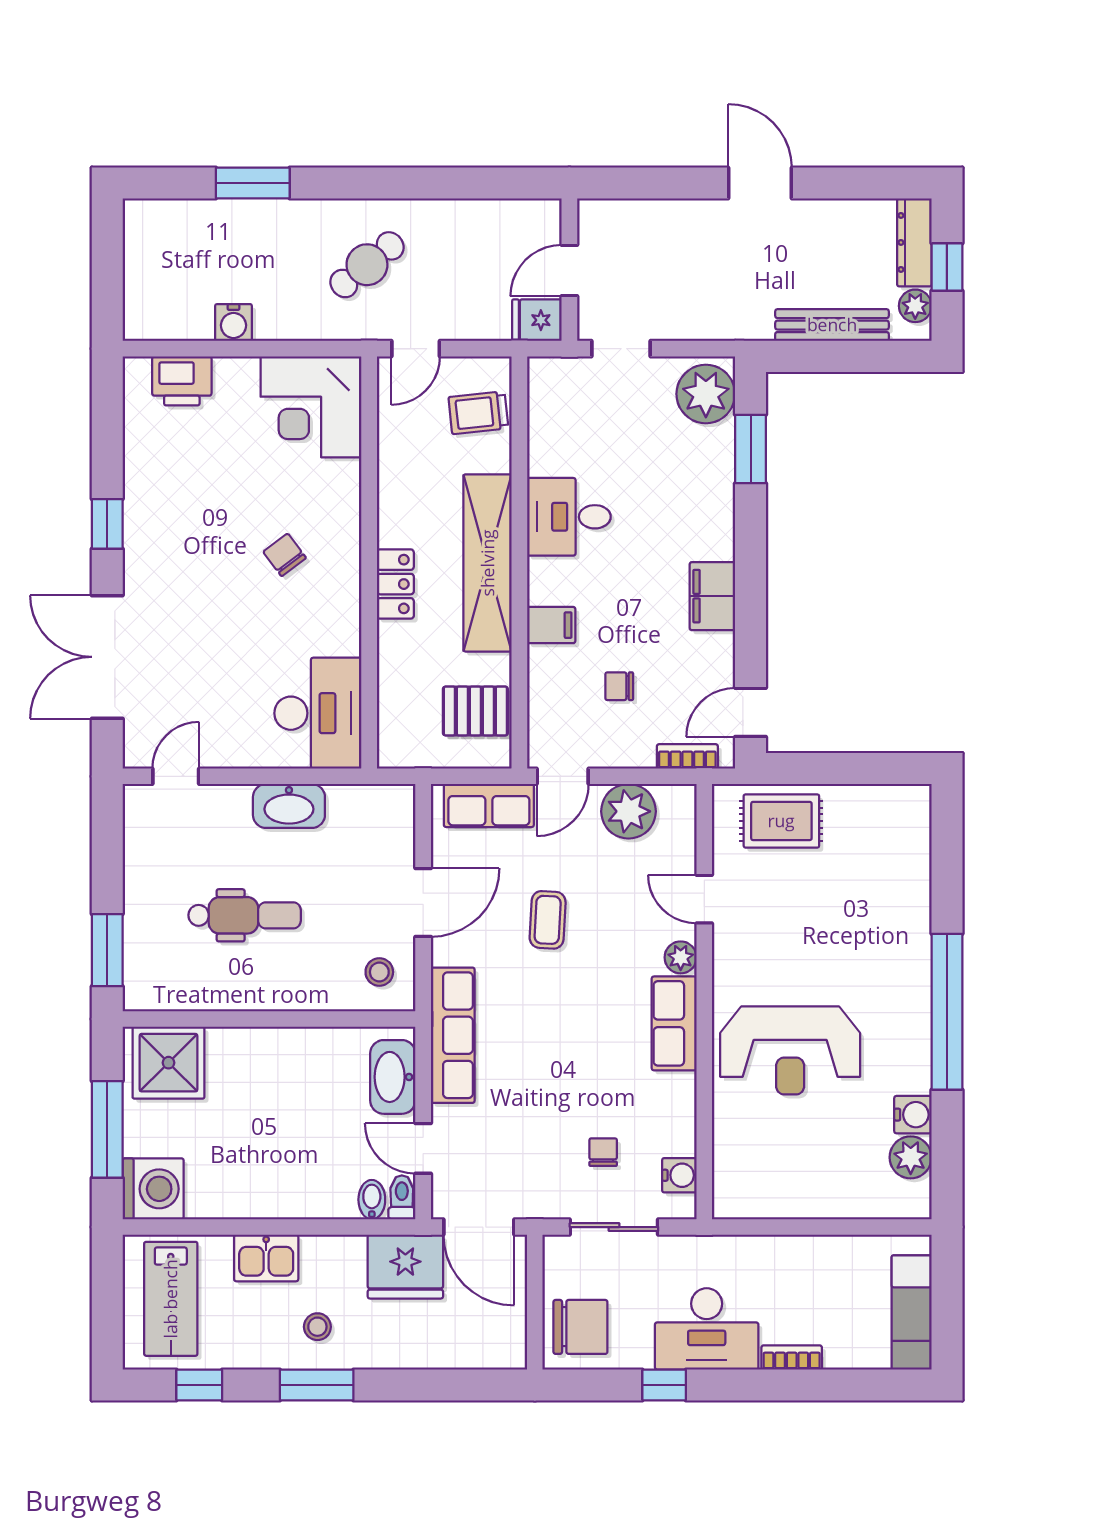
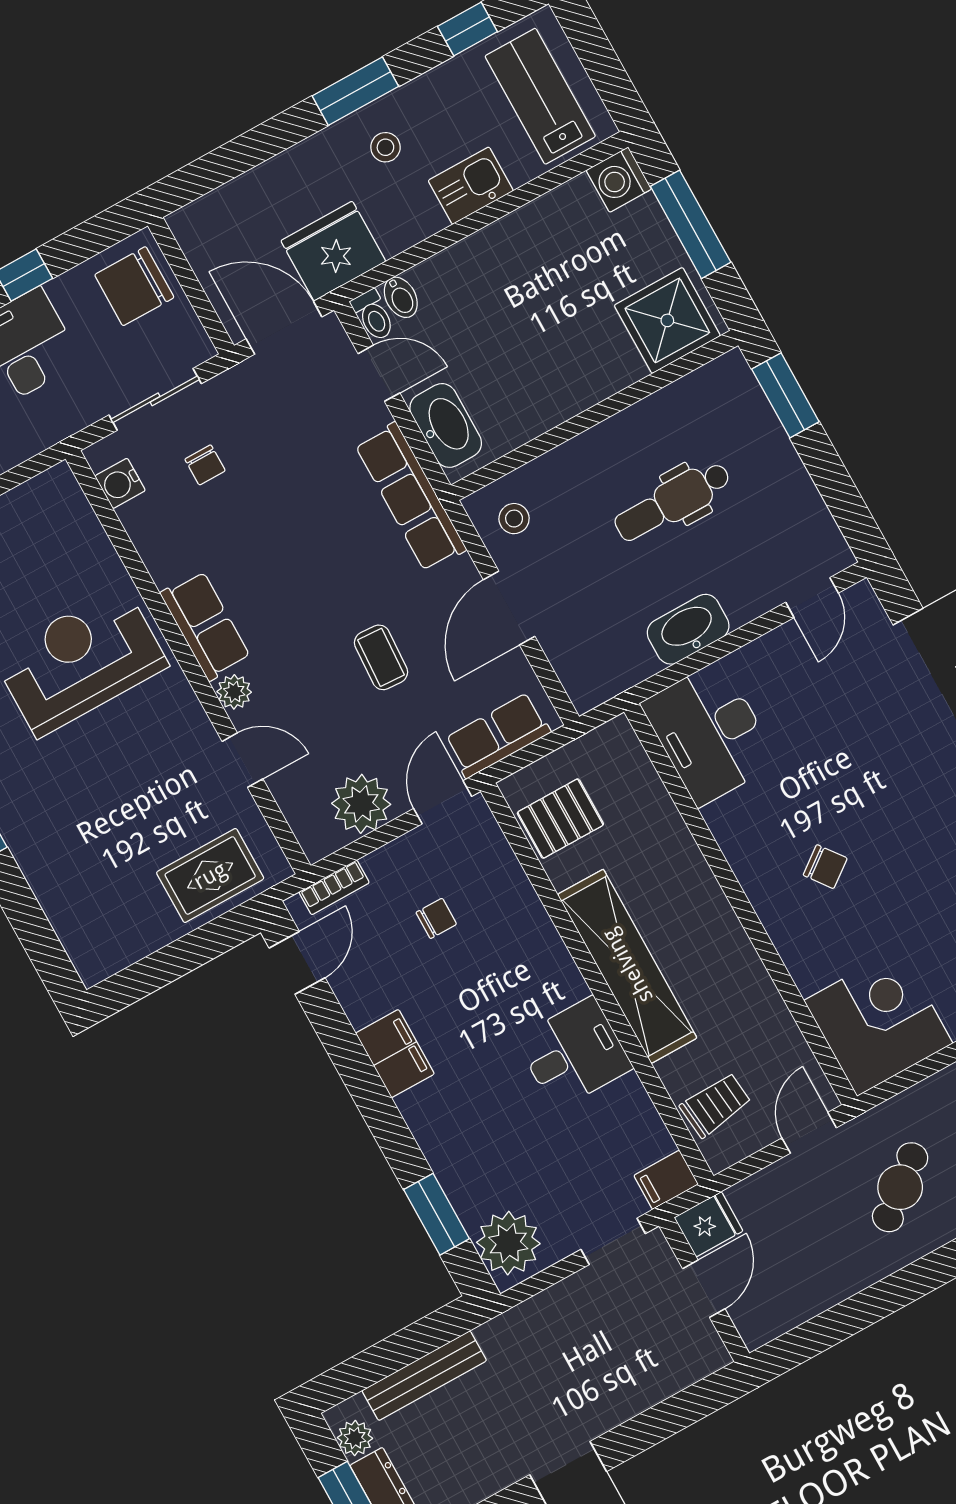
locker: (395, 584) -> (704, 897), removed
filing cabinet: (551, 625) -> (666, 1180), moved
washing machine: (153, 1189) -> (619, 180), width x0.73, depth x0.73

